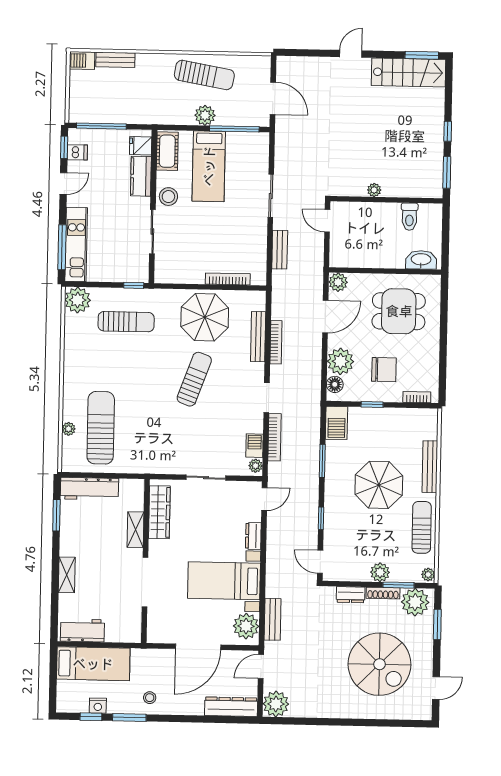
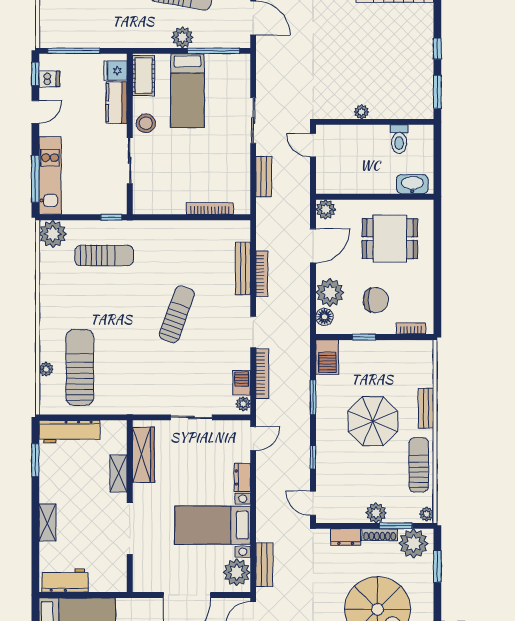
parasol: (205, 317) -> (187, 249), removed
bench: (430, 467) -> (426, 408), width x0.73

